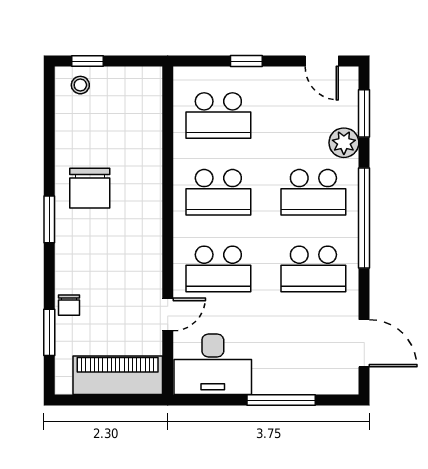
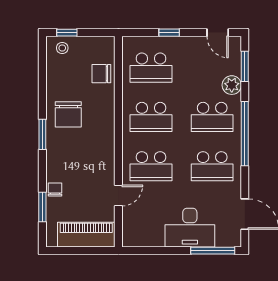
chair: (141, 125) -> (101, 74), added
chair: (69, 305) -> (55, 190), turned 180
desk: (213, 364) -> (190, 228), moved
window: (281, 400) -> (213, 251), moved

